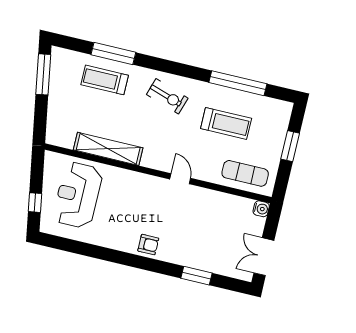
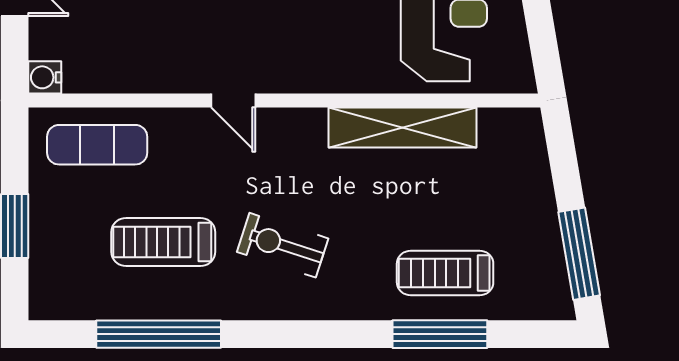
treadmill: (105, 80) -> (445, 273), turned 180
exercise bike: (167, 96) -> (283, 245), moved

